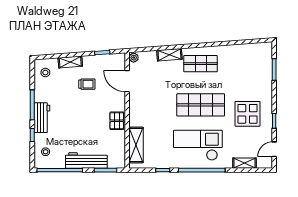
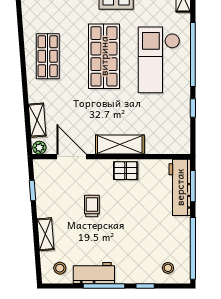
shelving: (169, 55) -> (37, 120), moved
door: (127, 81) -> (71, 157), swing flipped
trolley: (87, 84) -> (92, 206), moved
workbench: (42, 118) -> (94, 273), moved
shelving: (136, 145) -> (120, 144), moved
workbench: (86, 160) -> (180, 187), moved

